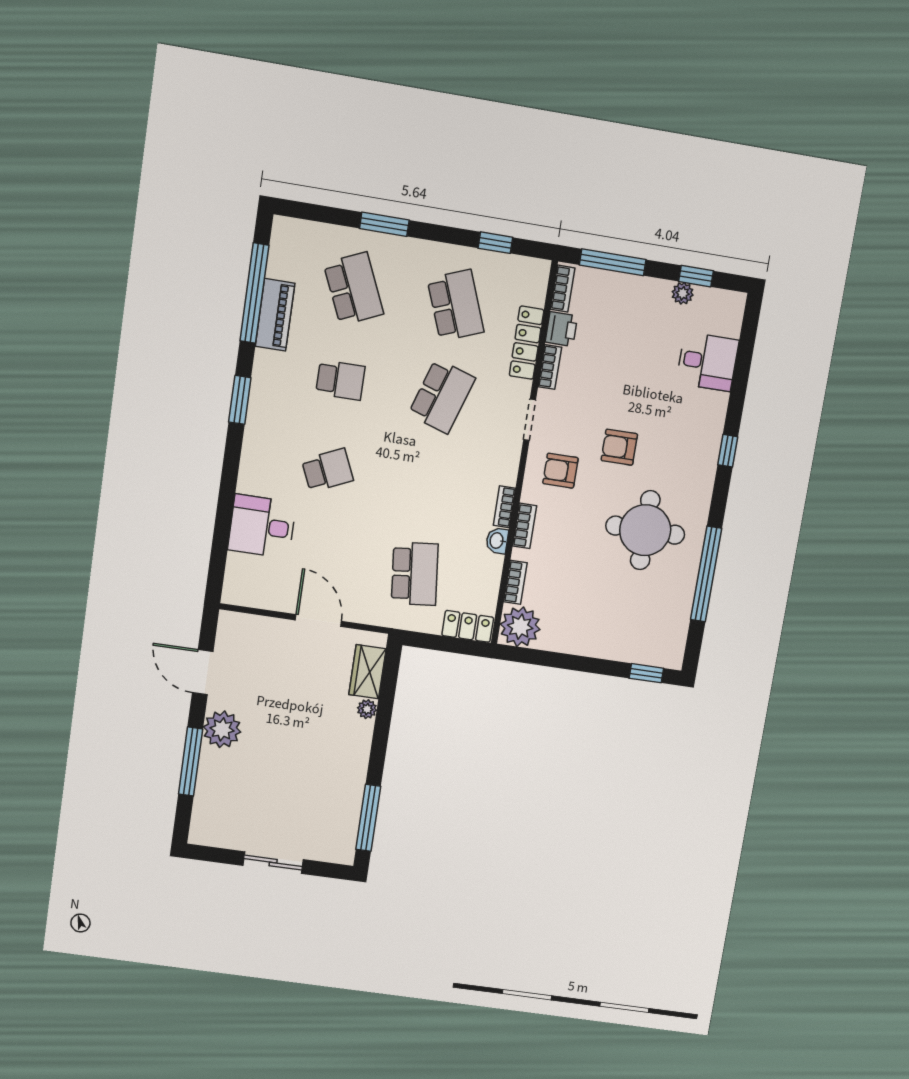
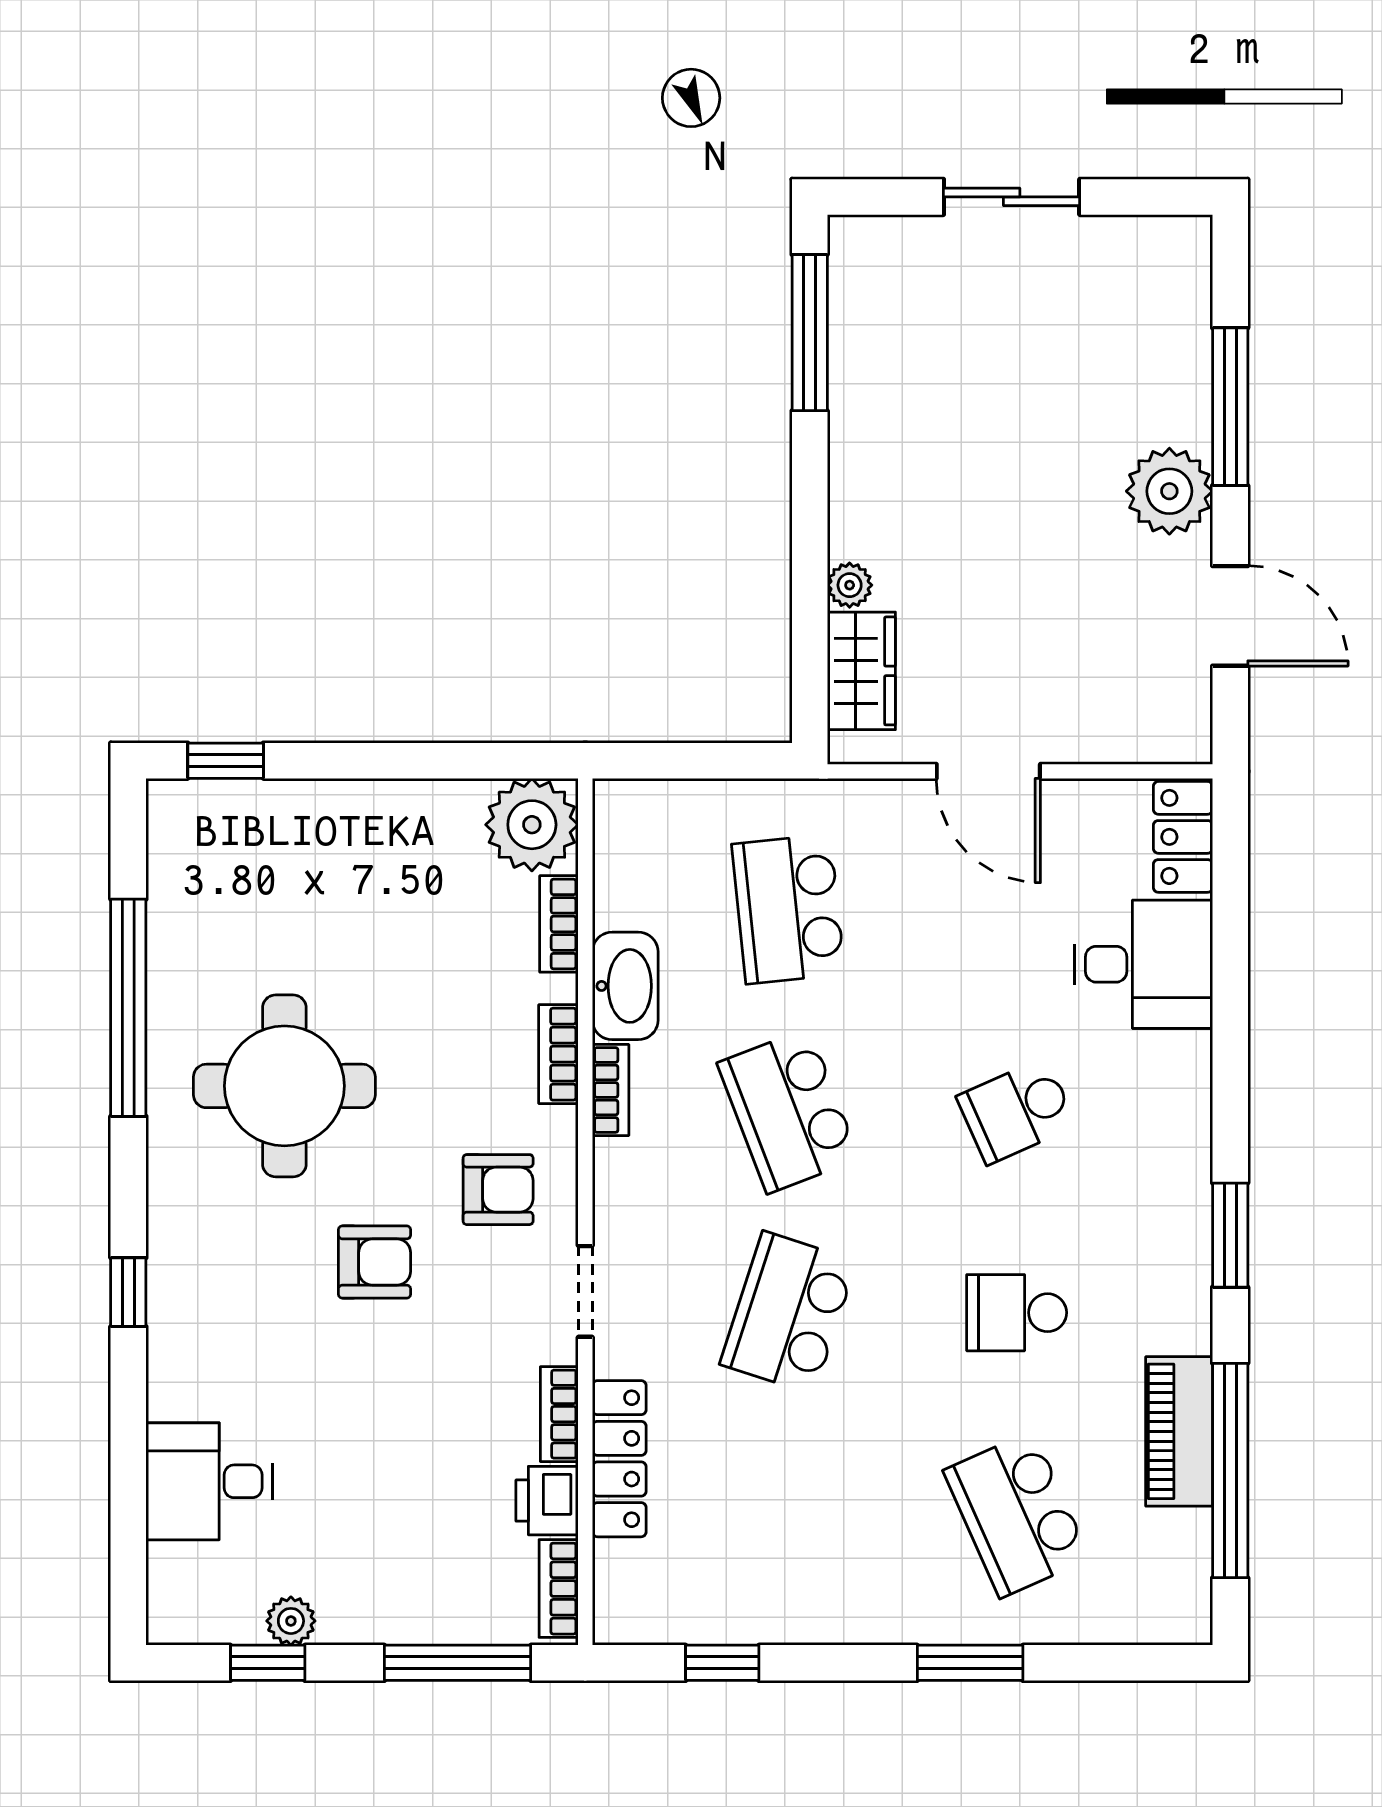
school desk: (456, 305) -> (788, 1111), moved
washbasin: (497, 541) -> (625, 986), width x1.91, depth x1.45
locker: (468, 626) -> (1183, 837), moved, turned 90

